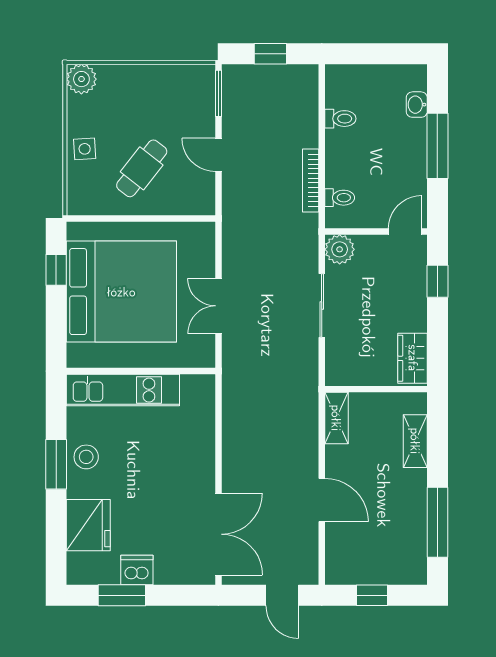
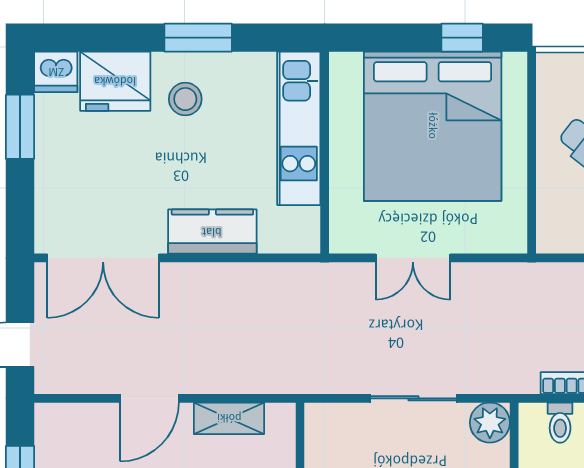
double door: (218, 306) -> (413, 258), swing flipped
shelving: (336, 418) -> (229, 418), moved
kitchen counter: (199, 454) -> (212, 232), added
stool: (86, 457) -> (185, 99), moved
dishwasher: (137, 570) -> (56, 72), moved, turned 90

